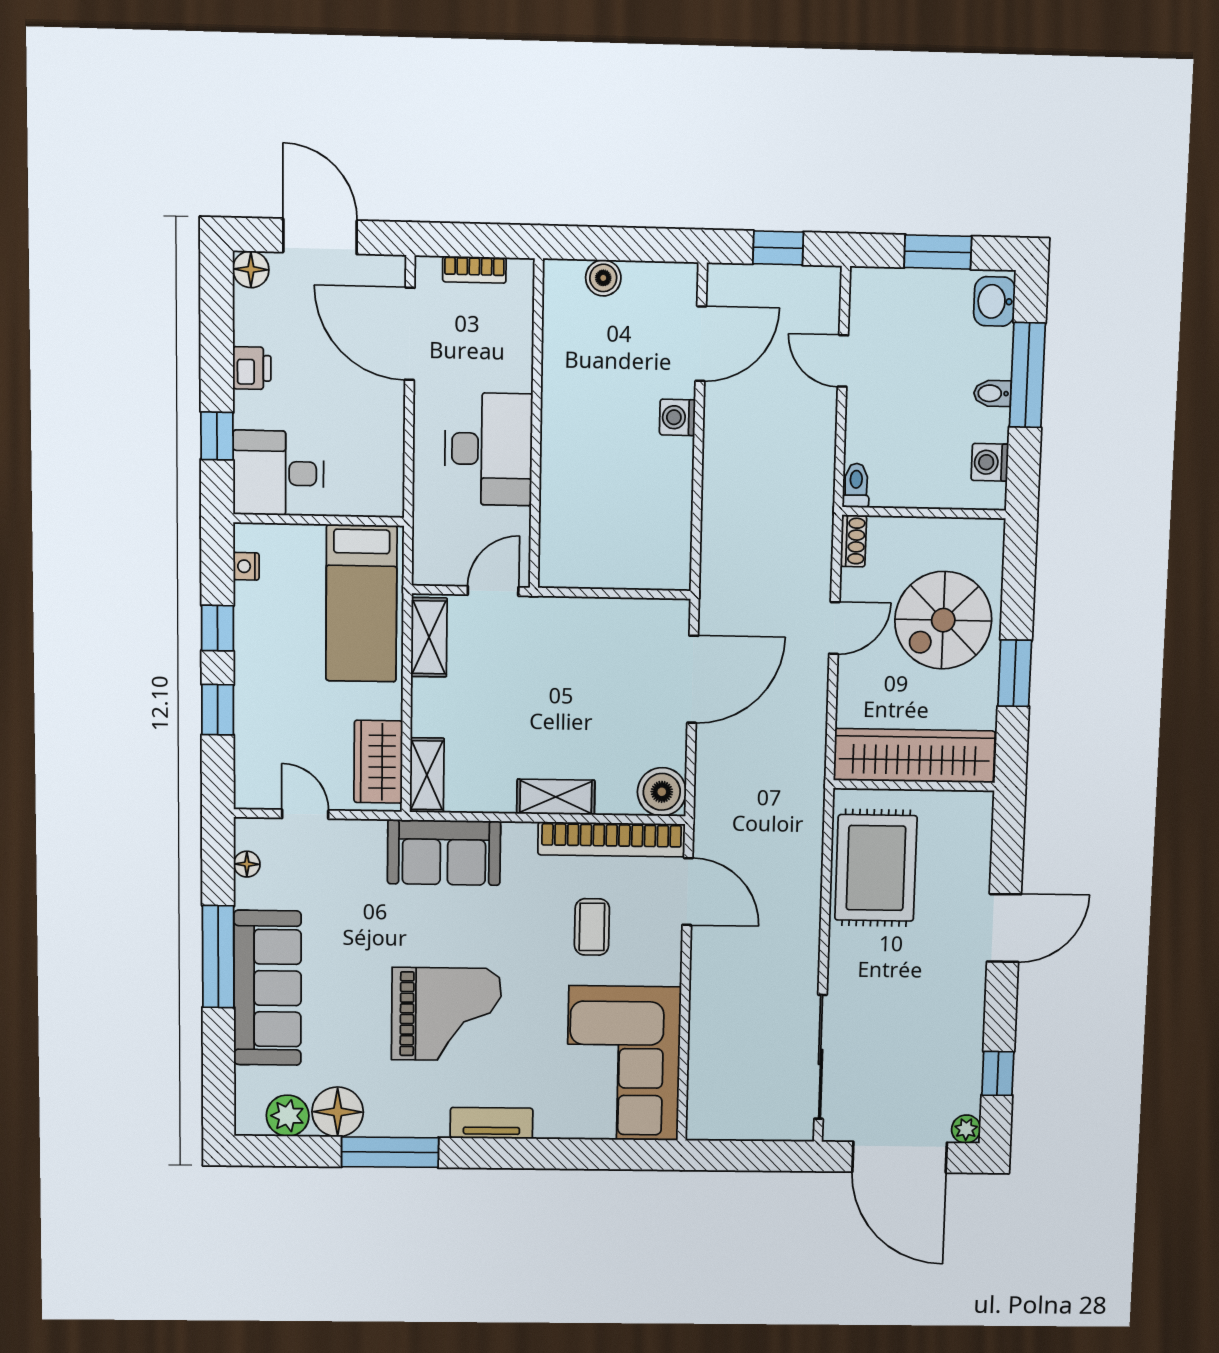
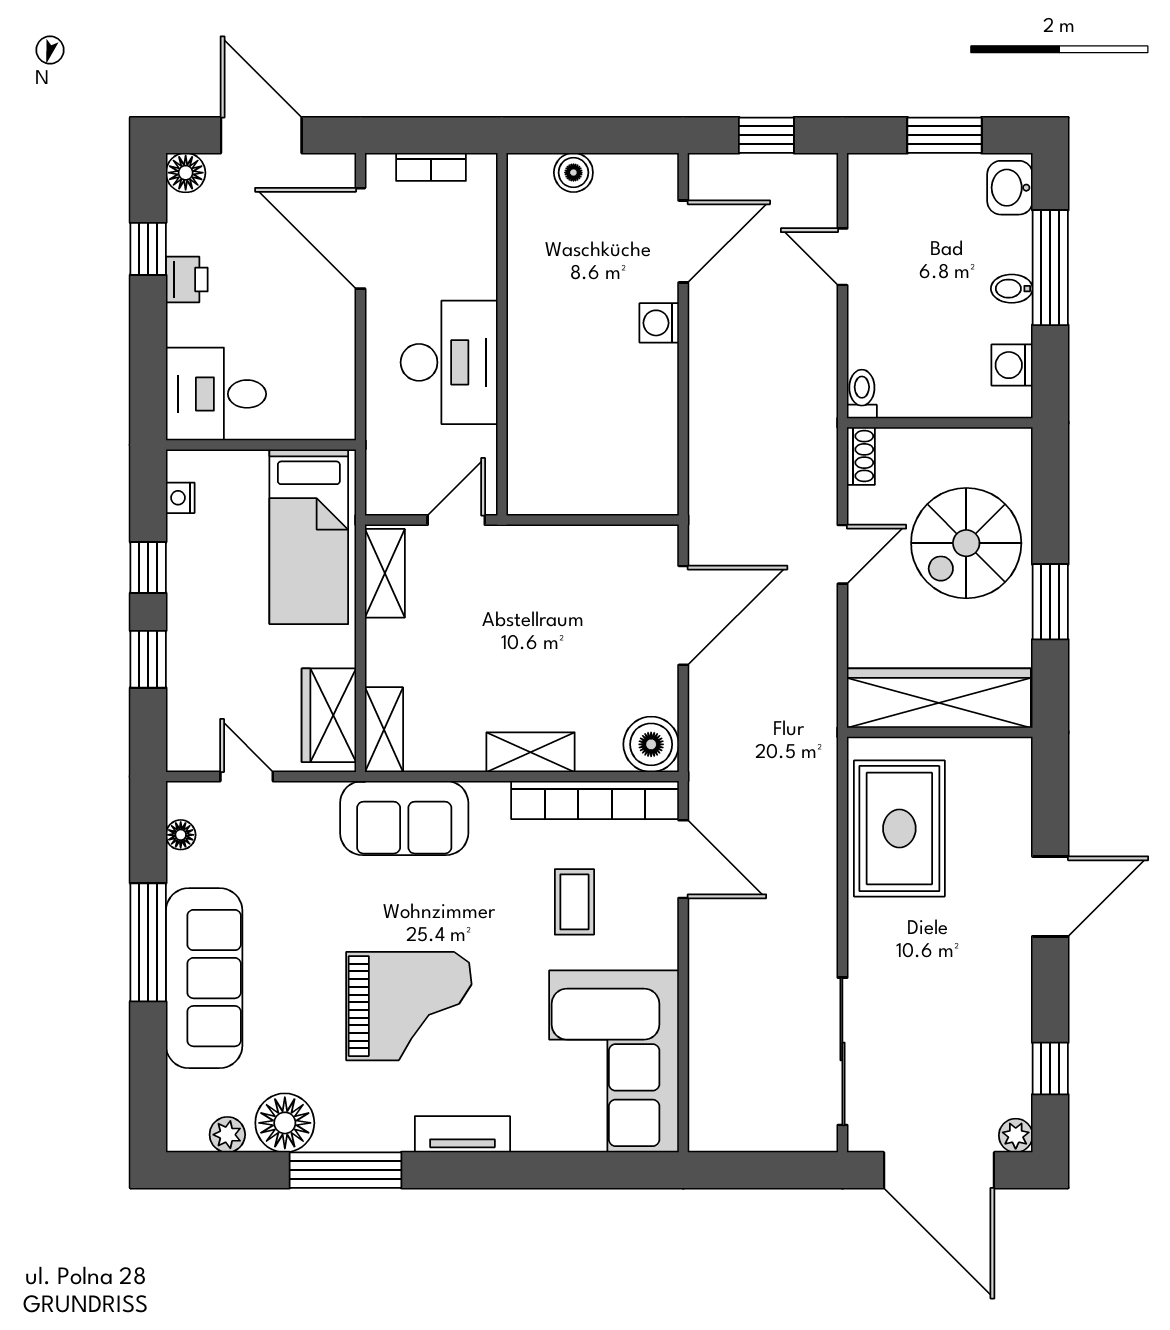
window: (217, 436) -> (148, 249), moved
plant: (288, 1116) -> (227, 1135), width x0.73, depth x0.73

